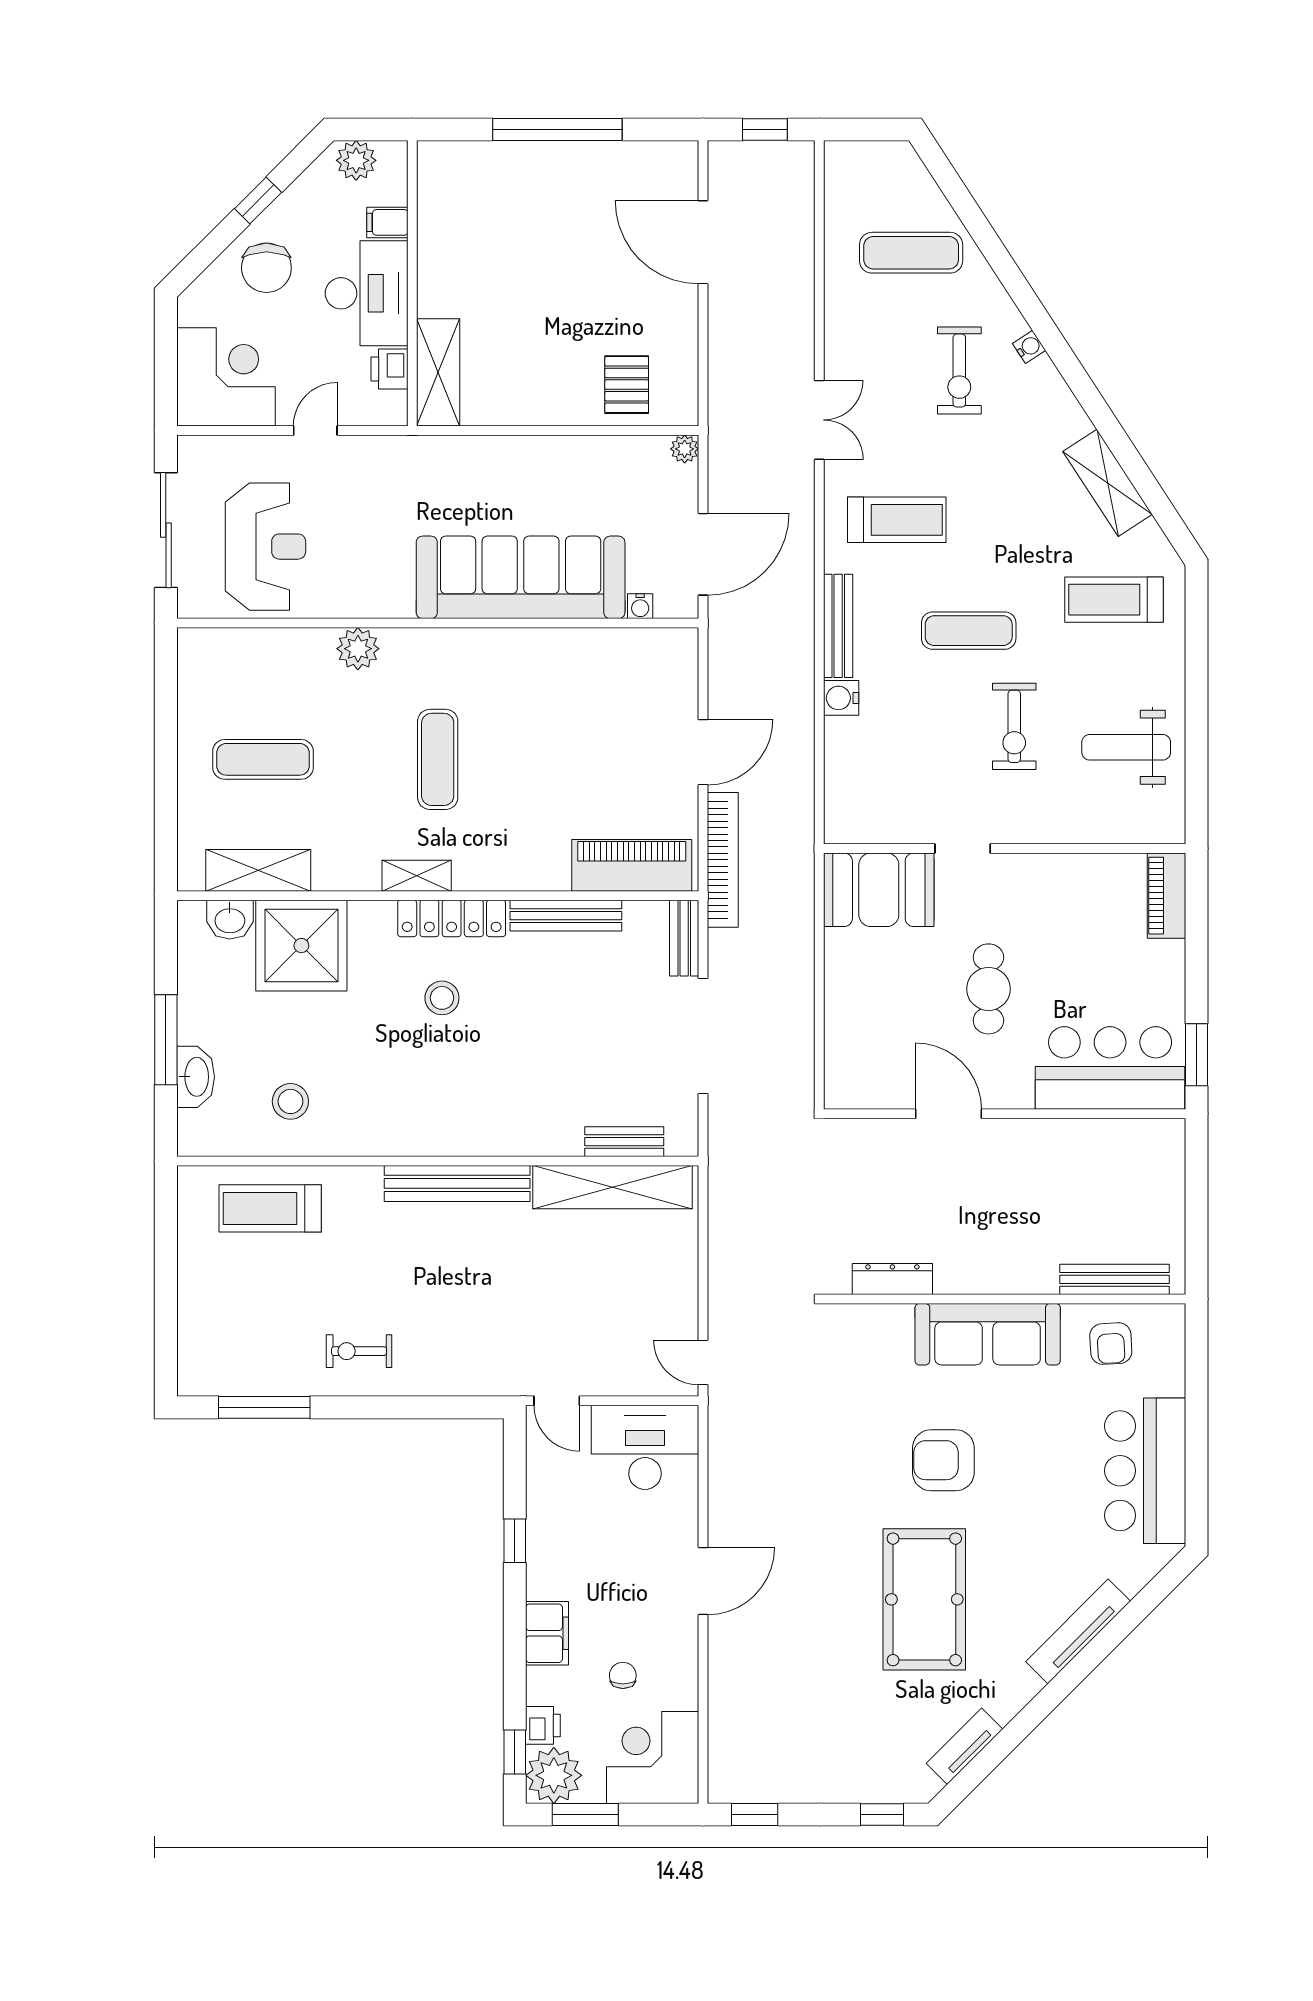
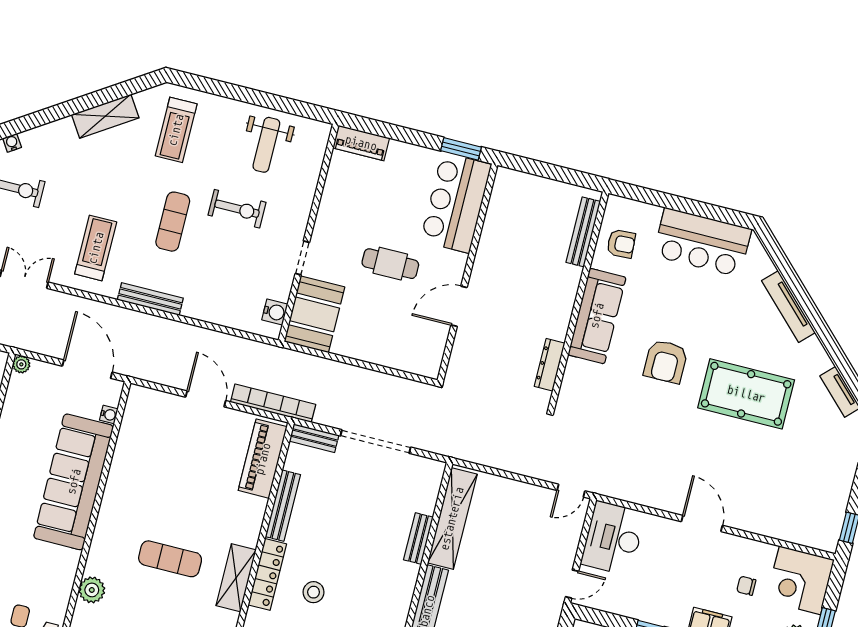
water cooler: (841, 698) -> (275, 312), moved, turned -90
shelving: (417, 876) -> (236, 578), width x1.50, depth x1.33
bench: (624, 1142) -> (418, 539), moved

